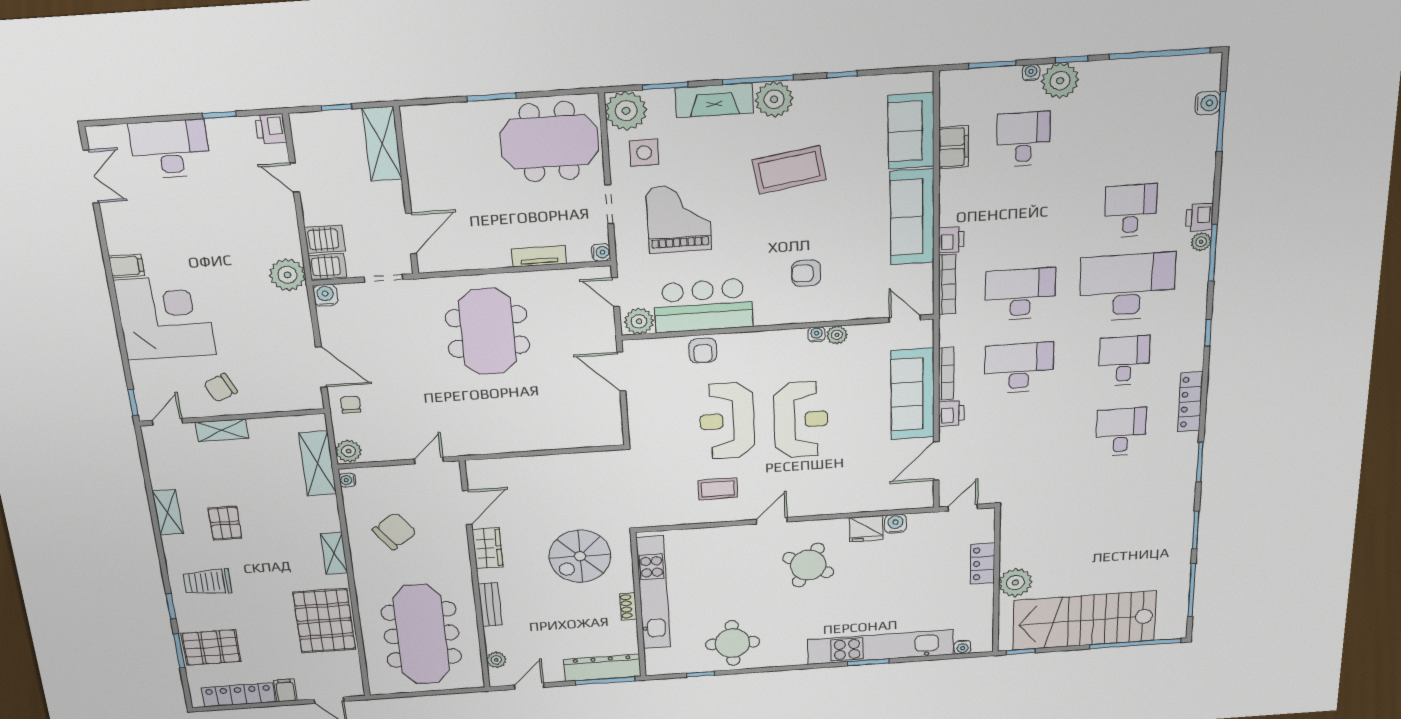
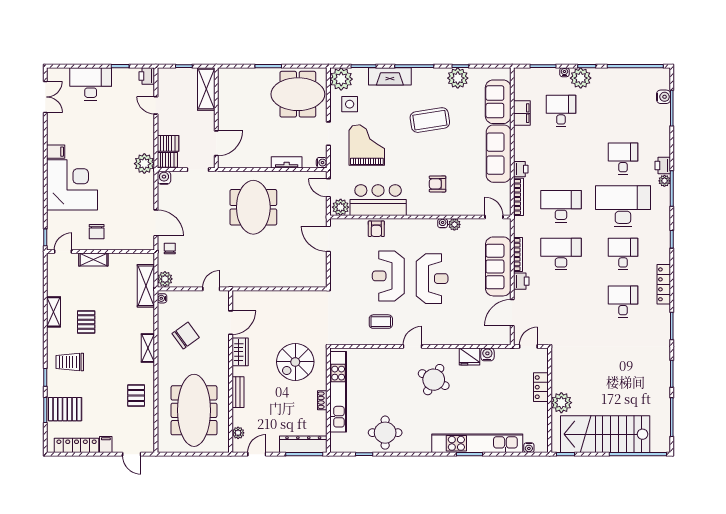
plant: (774, 99) -> (458, 78), moved
chair: (220, 388) -> (97, 232), turned -66
pallet: (324, 621) -> (136, 395), width x0.49, depth x0.50

